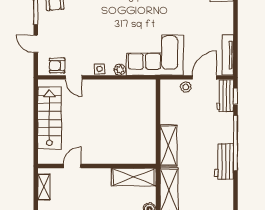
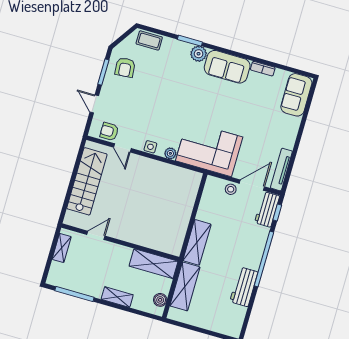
workbench: (224, 161) -> (244, 287), moved

